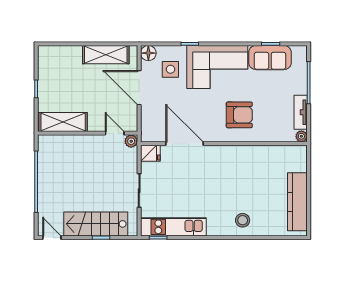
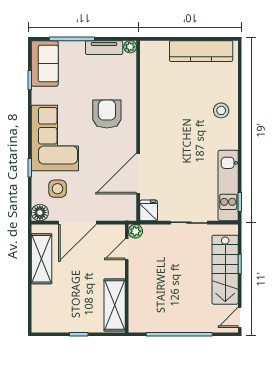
sofa: (270, 58) -> (45, 63), moved

